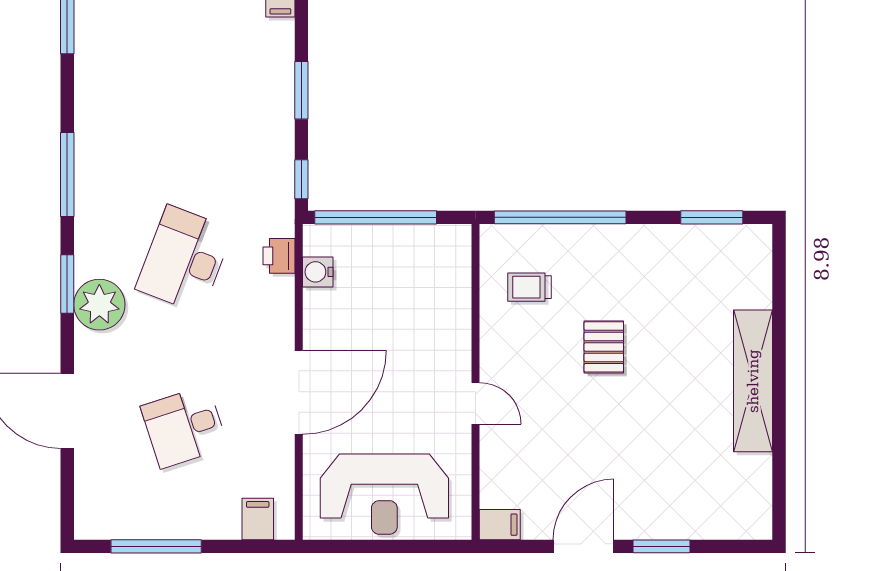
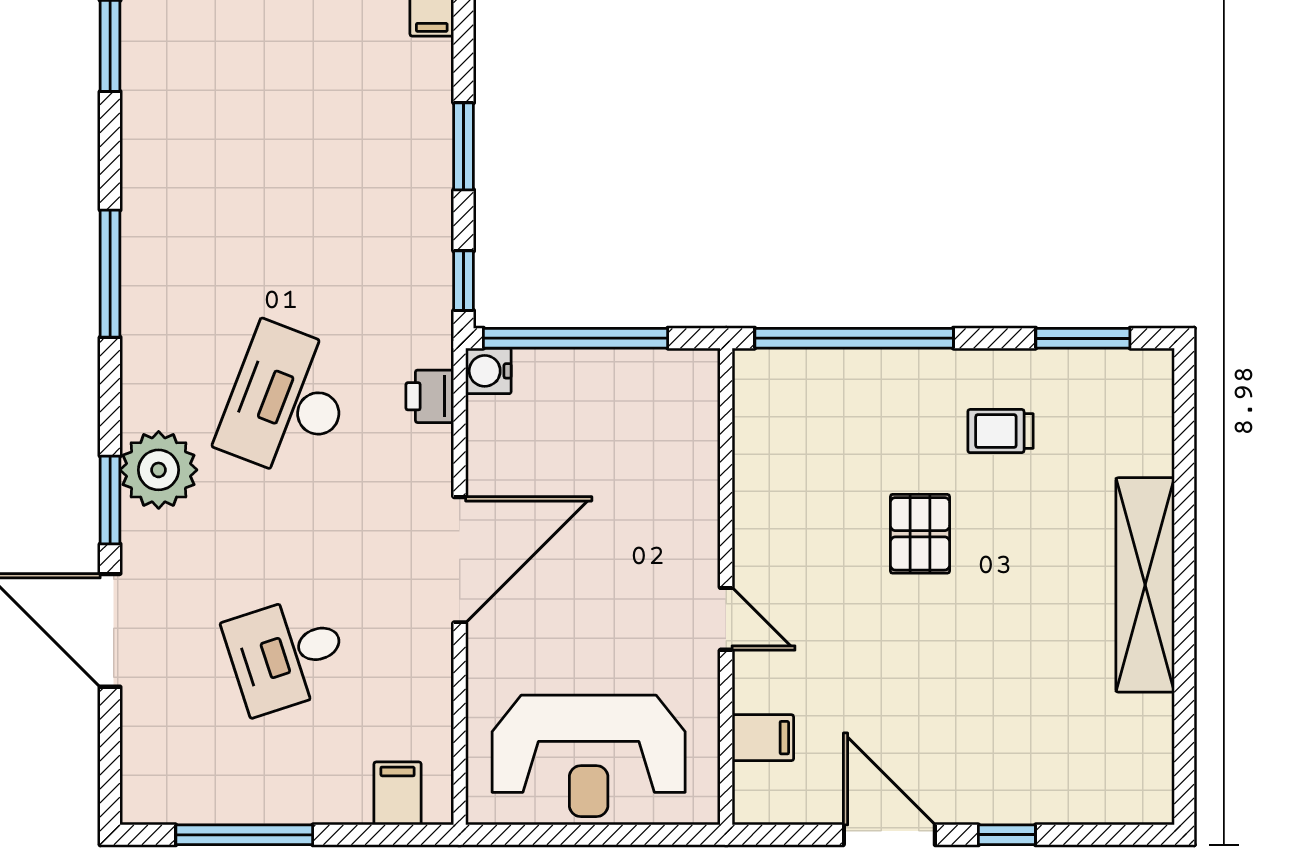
water cooler: (318, 272) -> (488, 371), moved
window: (67, 284) -> (110, 500), moved
trolley: (529, 287) -> (1000, 431), moved
door: (299, 392) -> (460, 560), moved
filing cabinet: (500, 525) -> (763, 738), moved
door: (584, 546) -> (889, 835), hinge flipped
window: (661, 546) -> (1007, 835), width x0.67

